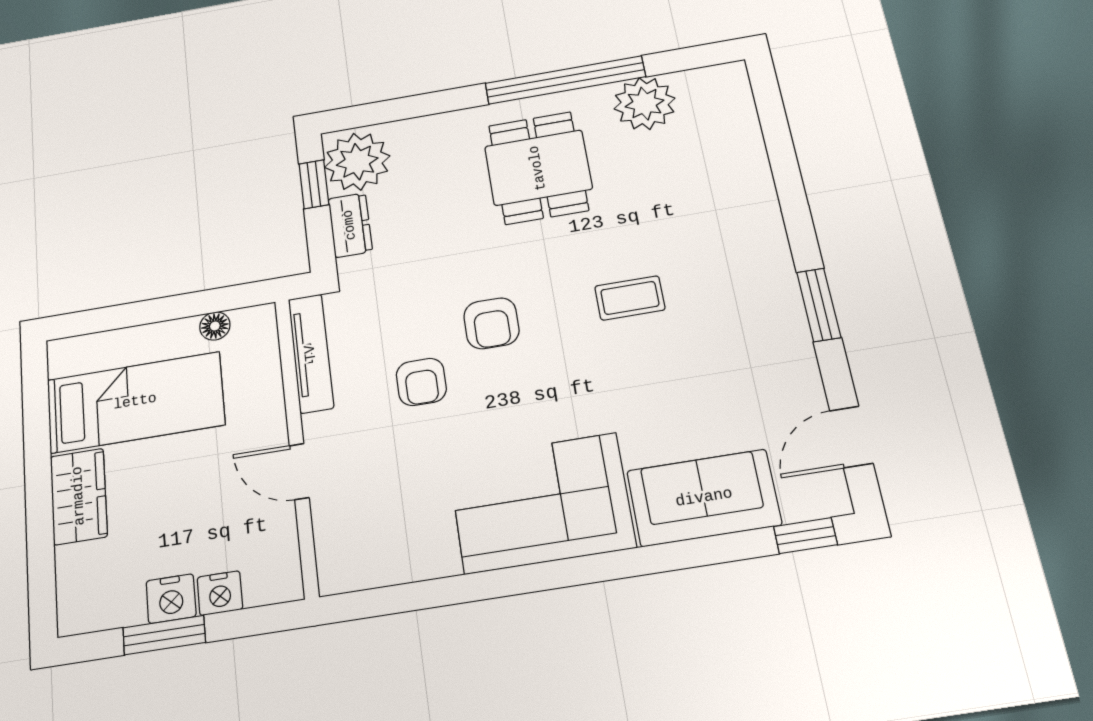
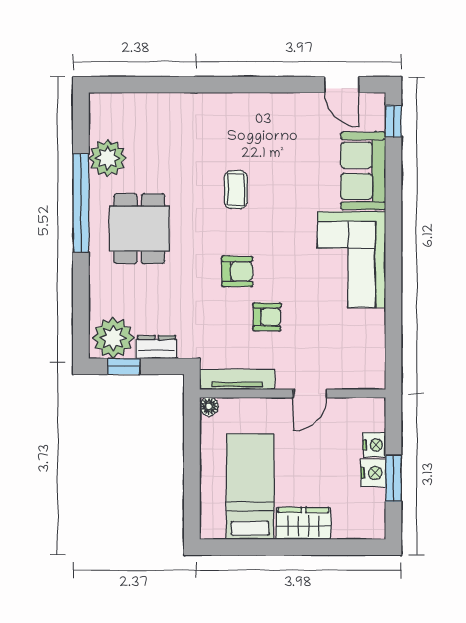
dining table: (538, 168) -> (139, 229), turned 90
window: (819, 305) -> (260, 85), removed
floor lamp: (215, 326) -> (209, 407), moved

